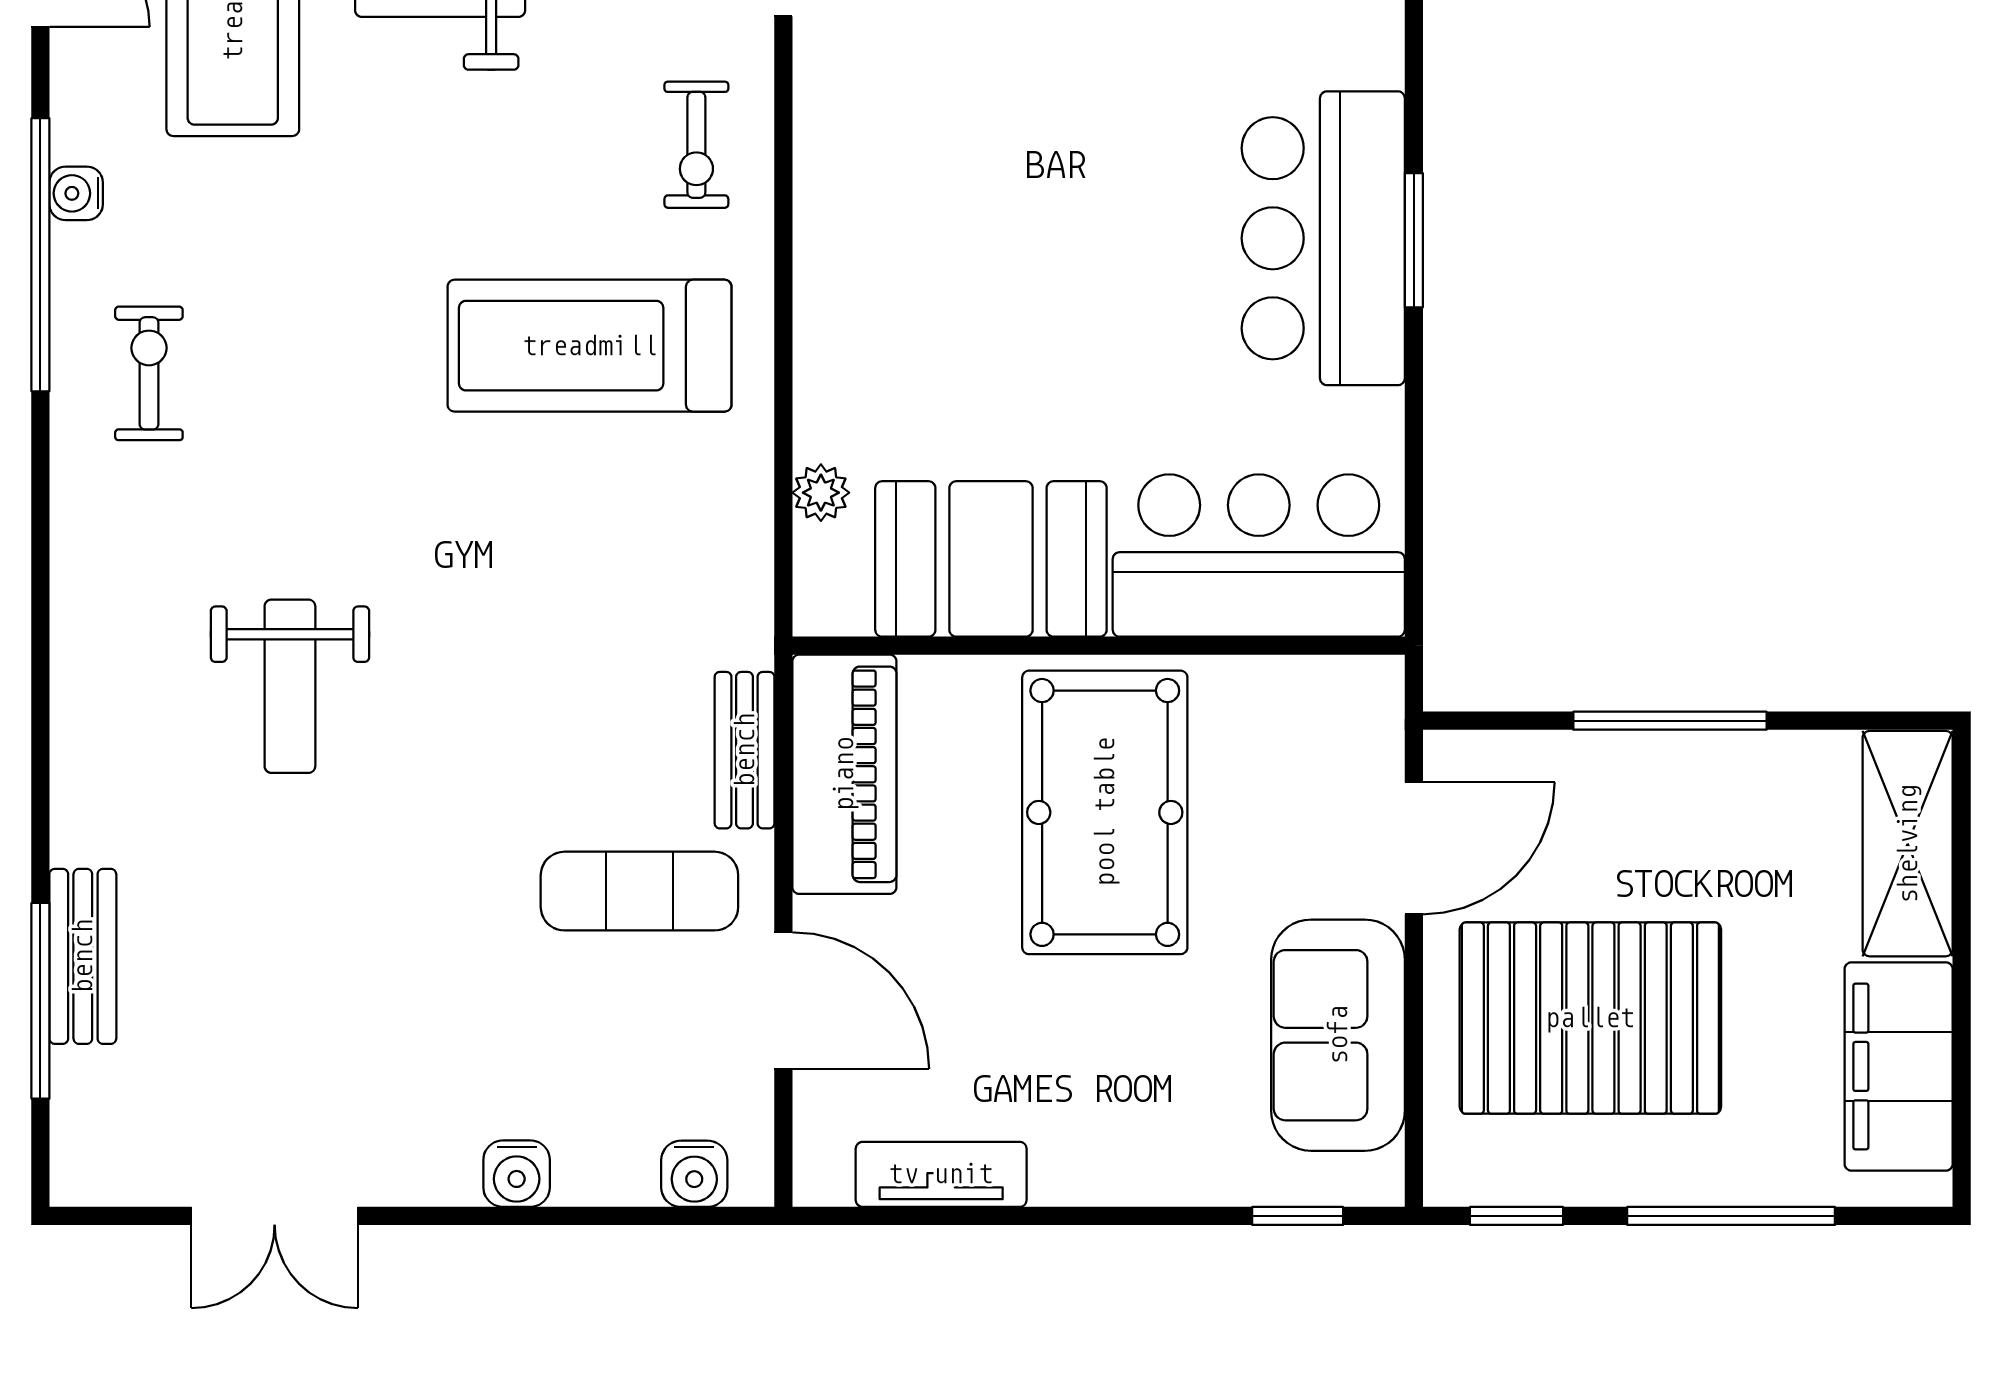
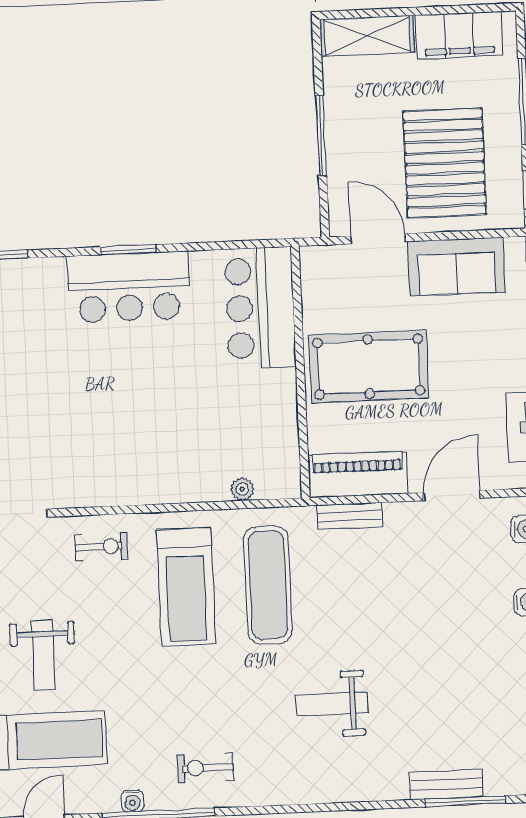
booth: (991, 559) -> (267, 418), removed
weight bench: (290, 686) -> (331, 704), turned 180
exercise mat: (639, 891) -> (268, 585), moved, width x1.36, depth x1.45

